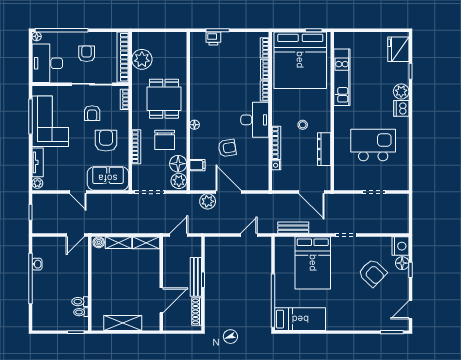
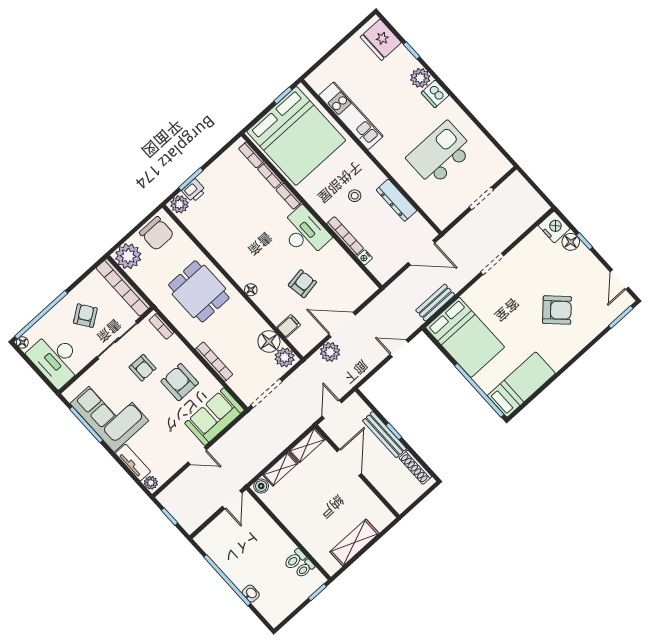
plant: (198, 39) -> (179, 204), added
armchair: (87, 54) -> (85, 316), turned 55
plant: (142, 59) -> (128, 256), moved
chair: (165, 140) -> (157, 234), moved
door: (249, 235) -> (399, 348), hinge flipped
bed: (313, 263) -> (465, 337), moved
washbasin: (37, 264) -> (251, 594), moved
armchair: (373, 273) -> (557, 310), moved
door: (161, 300) -> (349, 462), moved

